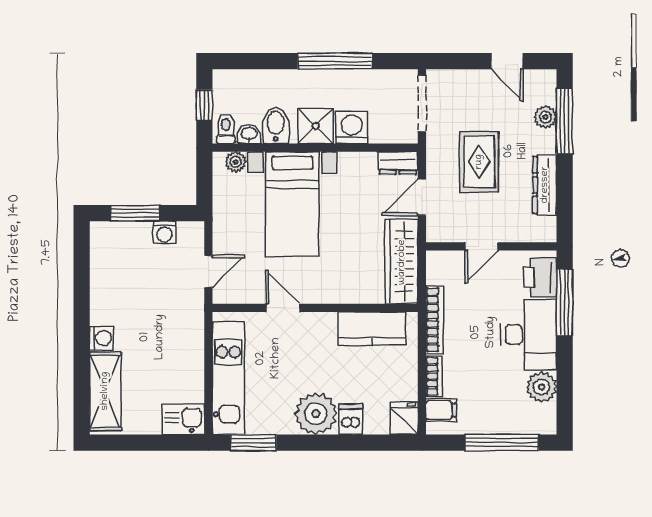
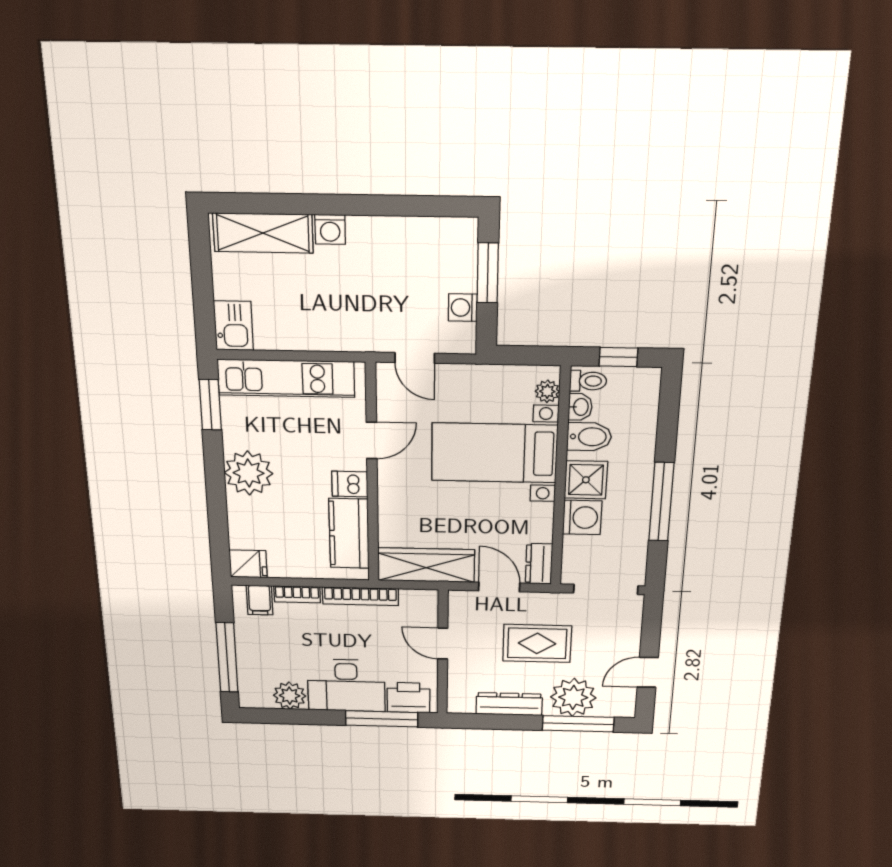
plant: (545, 117) -> (573, 697), width x1.88, depth x1.88
dishwasher: (351, 419) -> (350, 484), moved, turned 180

